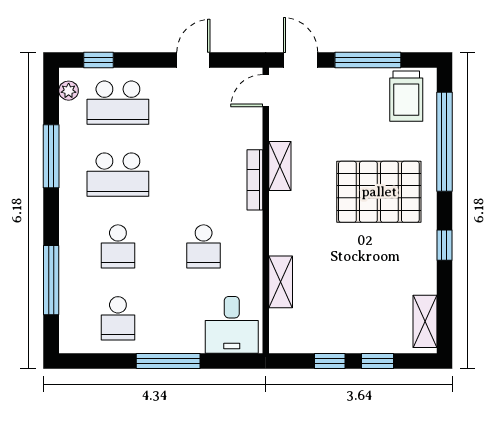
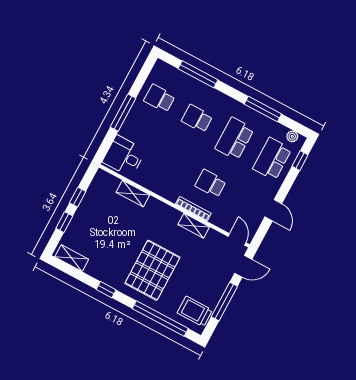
school desk: (204, 246) -> (211, 183), moved

